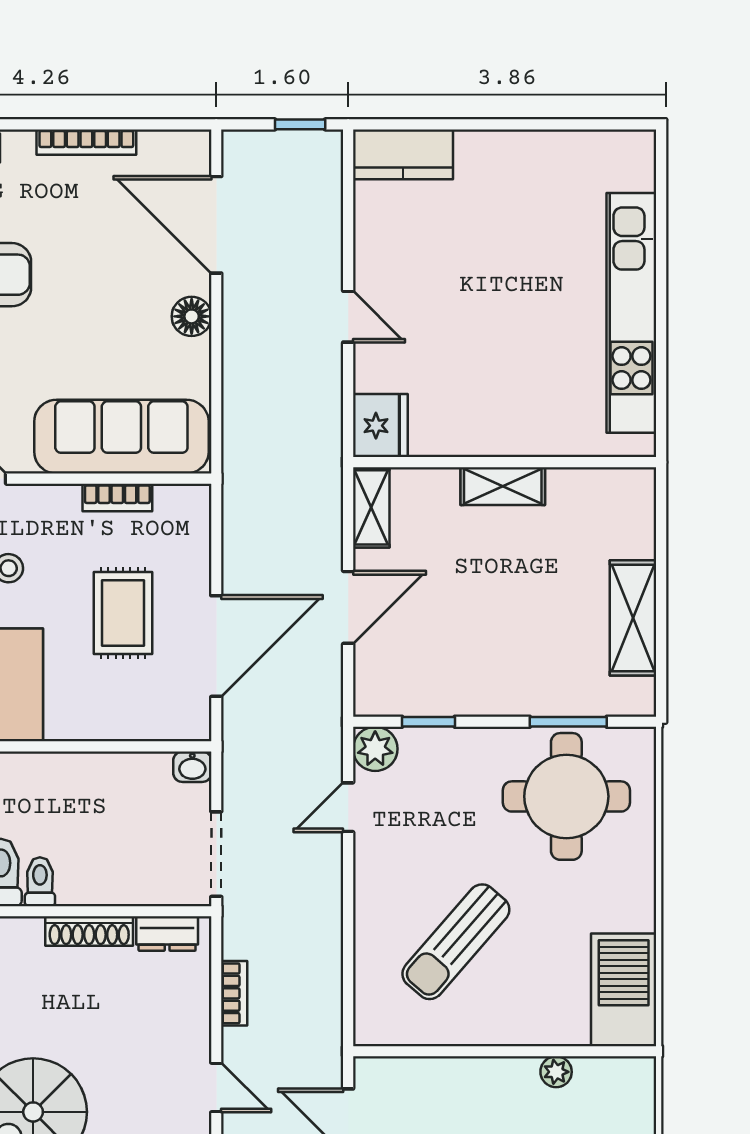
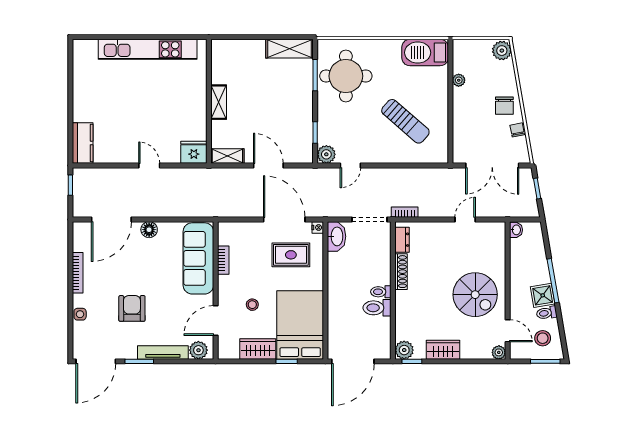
door: (348, 317) -> (149, 165), hinge flipped
rug: (123, 613) -> (291, 255), moved
shelving: (633, 618) -> (289, 49), moved
nightstand: (197, 728) -> (318, 227), added
washbasin: (192, 767) -> (336, 236), width x1.91, depth x1.45
door: (348, 807) -> (350, 165), hinge flipped
bookcase: (234, 993) -> (405, 212), moved

